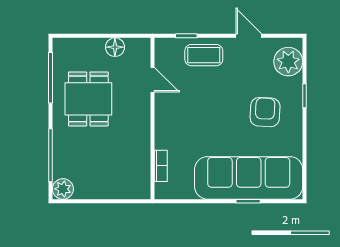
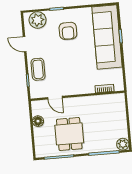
door: (249, 36) -> (25, 44), hinge flipped
door: (153, 80) -> (55, 98), swing flipped
dining table: (88, 99) -> (69, 134), turned 90
armchair: (265, 112) -> (68, 31), turned -93

